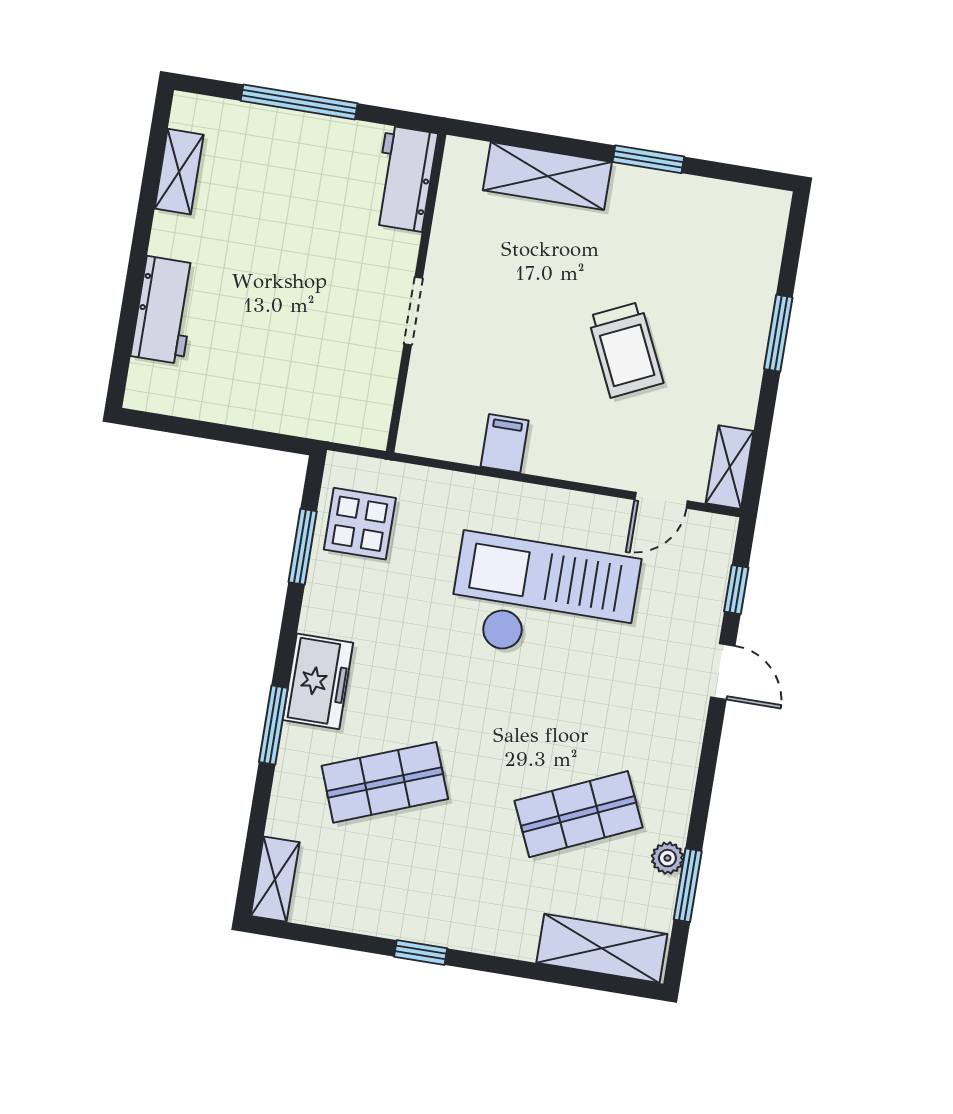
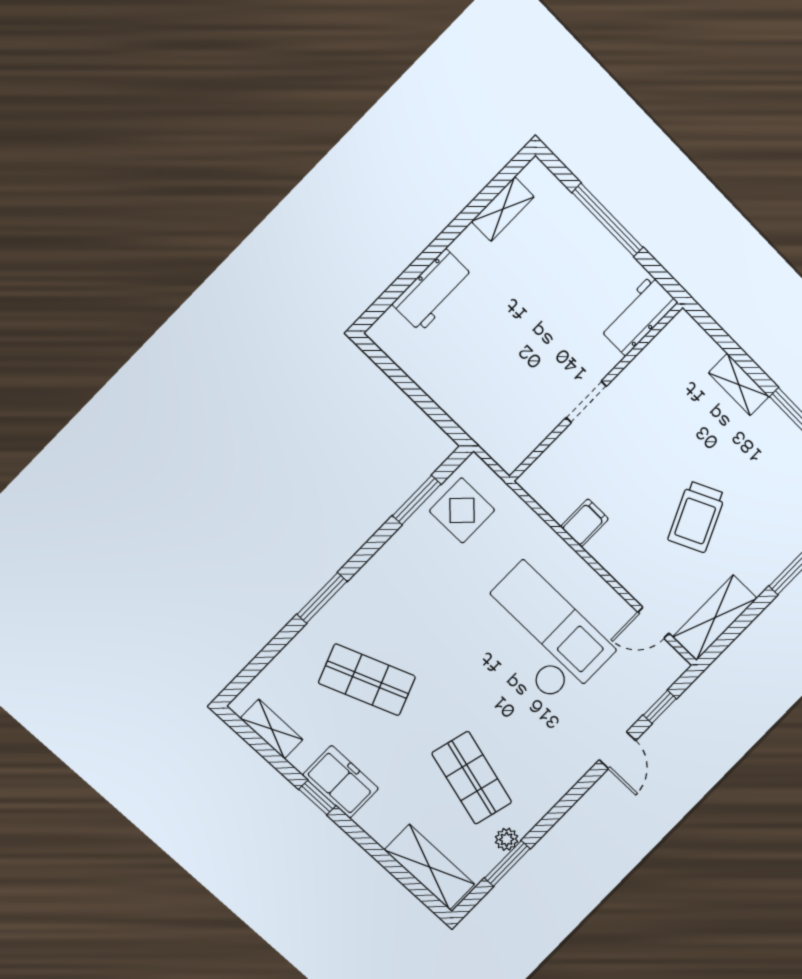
shelving: (547, 176) -> (739, 385), width x0.67, depth x0.75
shelving: (730, 467) -> (715, 618), width x1.50, depth x1.33
freezer: (318, 681) -> (341, 782), moved, turned -90
shop shelf: (579, 814) -> (472, 778), turned 39
shelving: (275, 879) -> (272, 729), moved, turned 90

